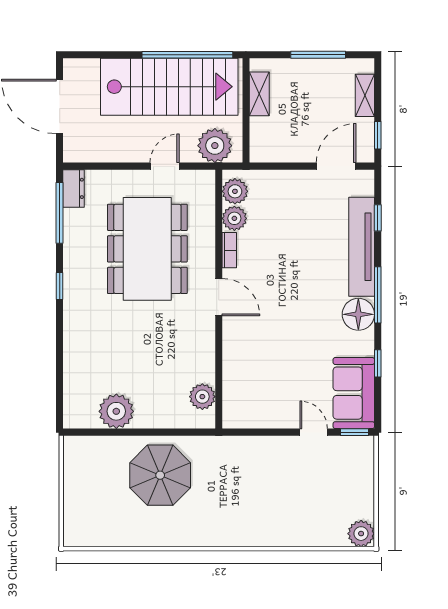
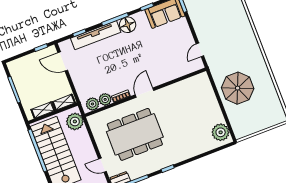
shelving: (365, 95) -> (64, 102), moved
door: (165, 166) -> (103, 165), moved
plant: (202, 397) -> (194, 83), removed
plant: (116, 411) -> (221, 132), moved
door: (314, 432) -> (200, 50), moved

